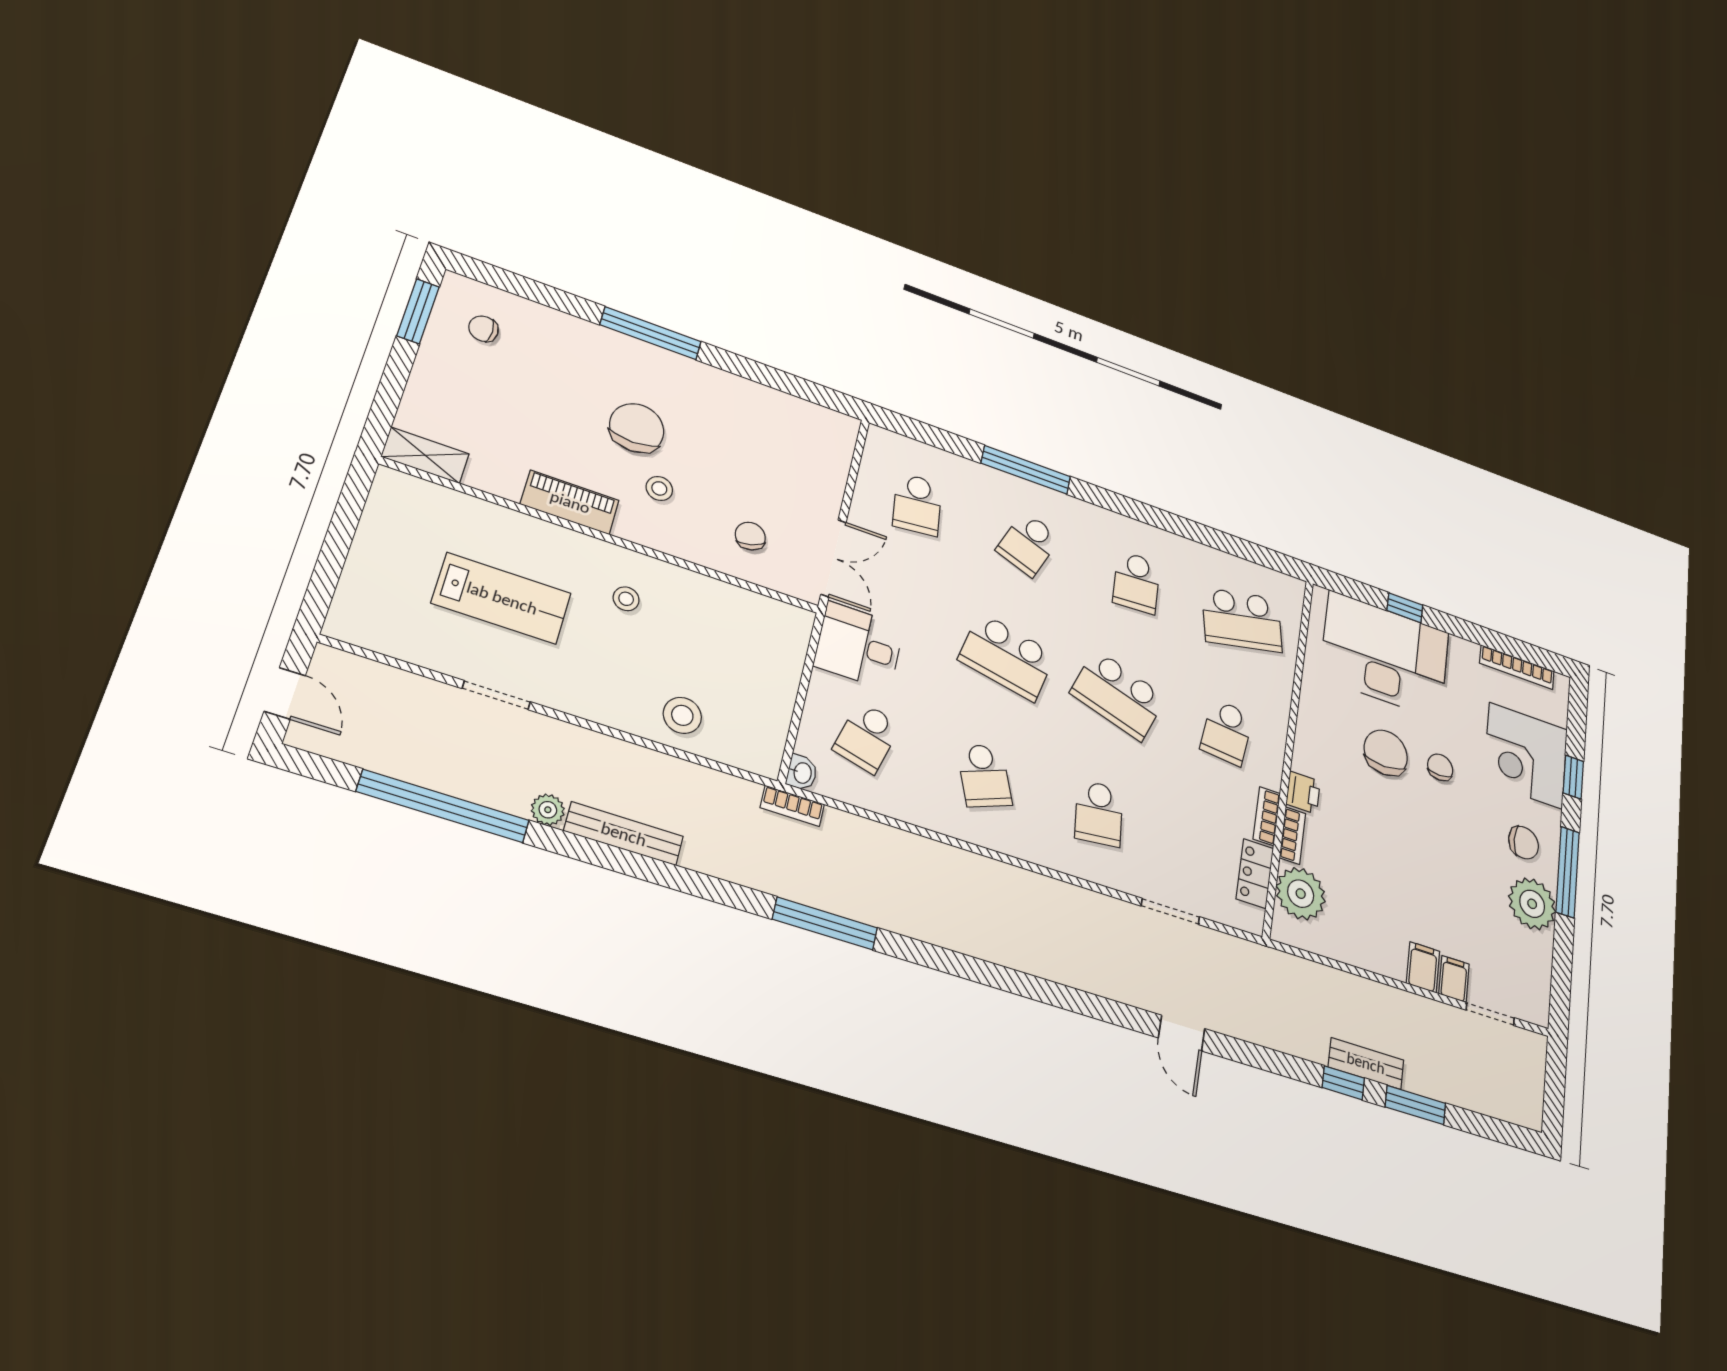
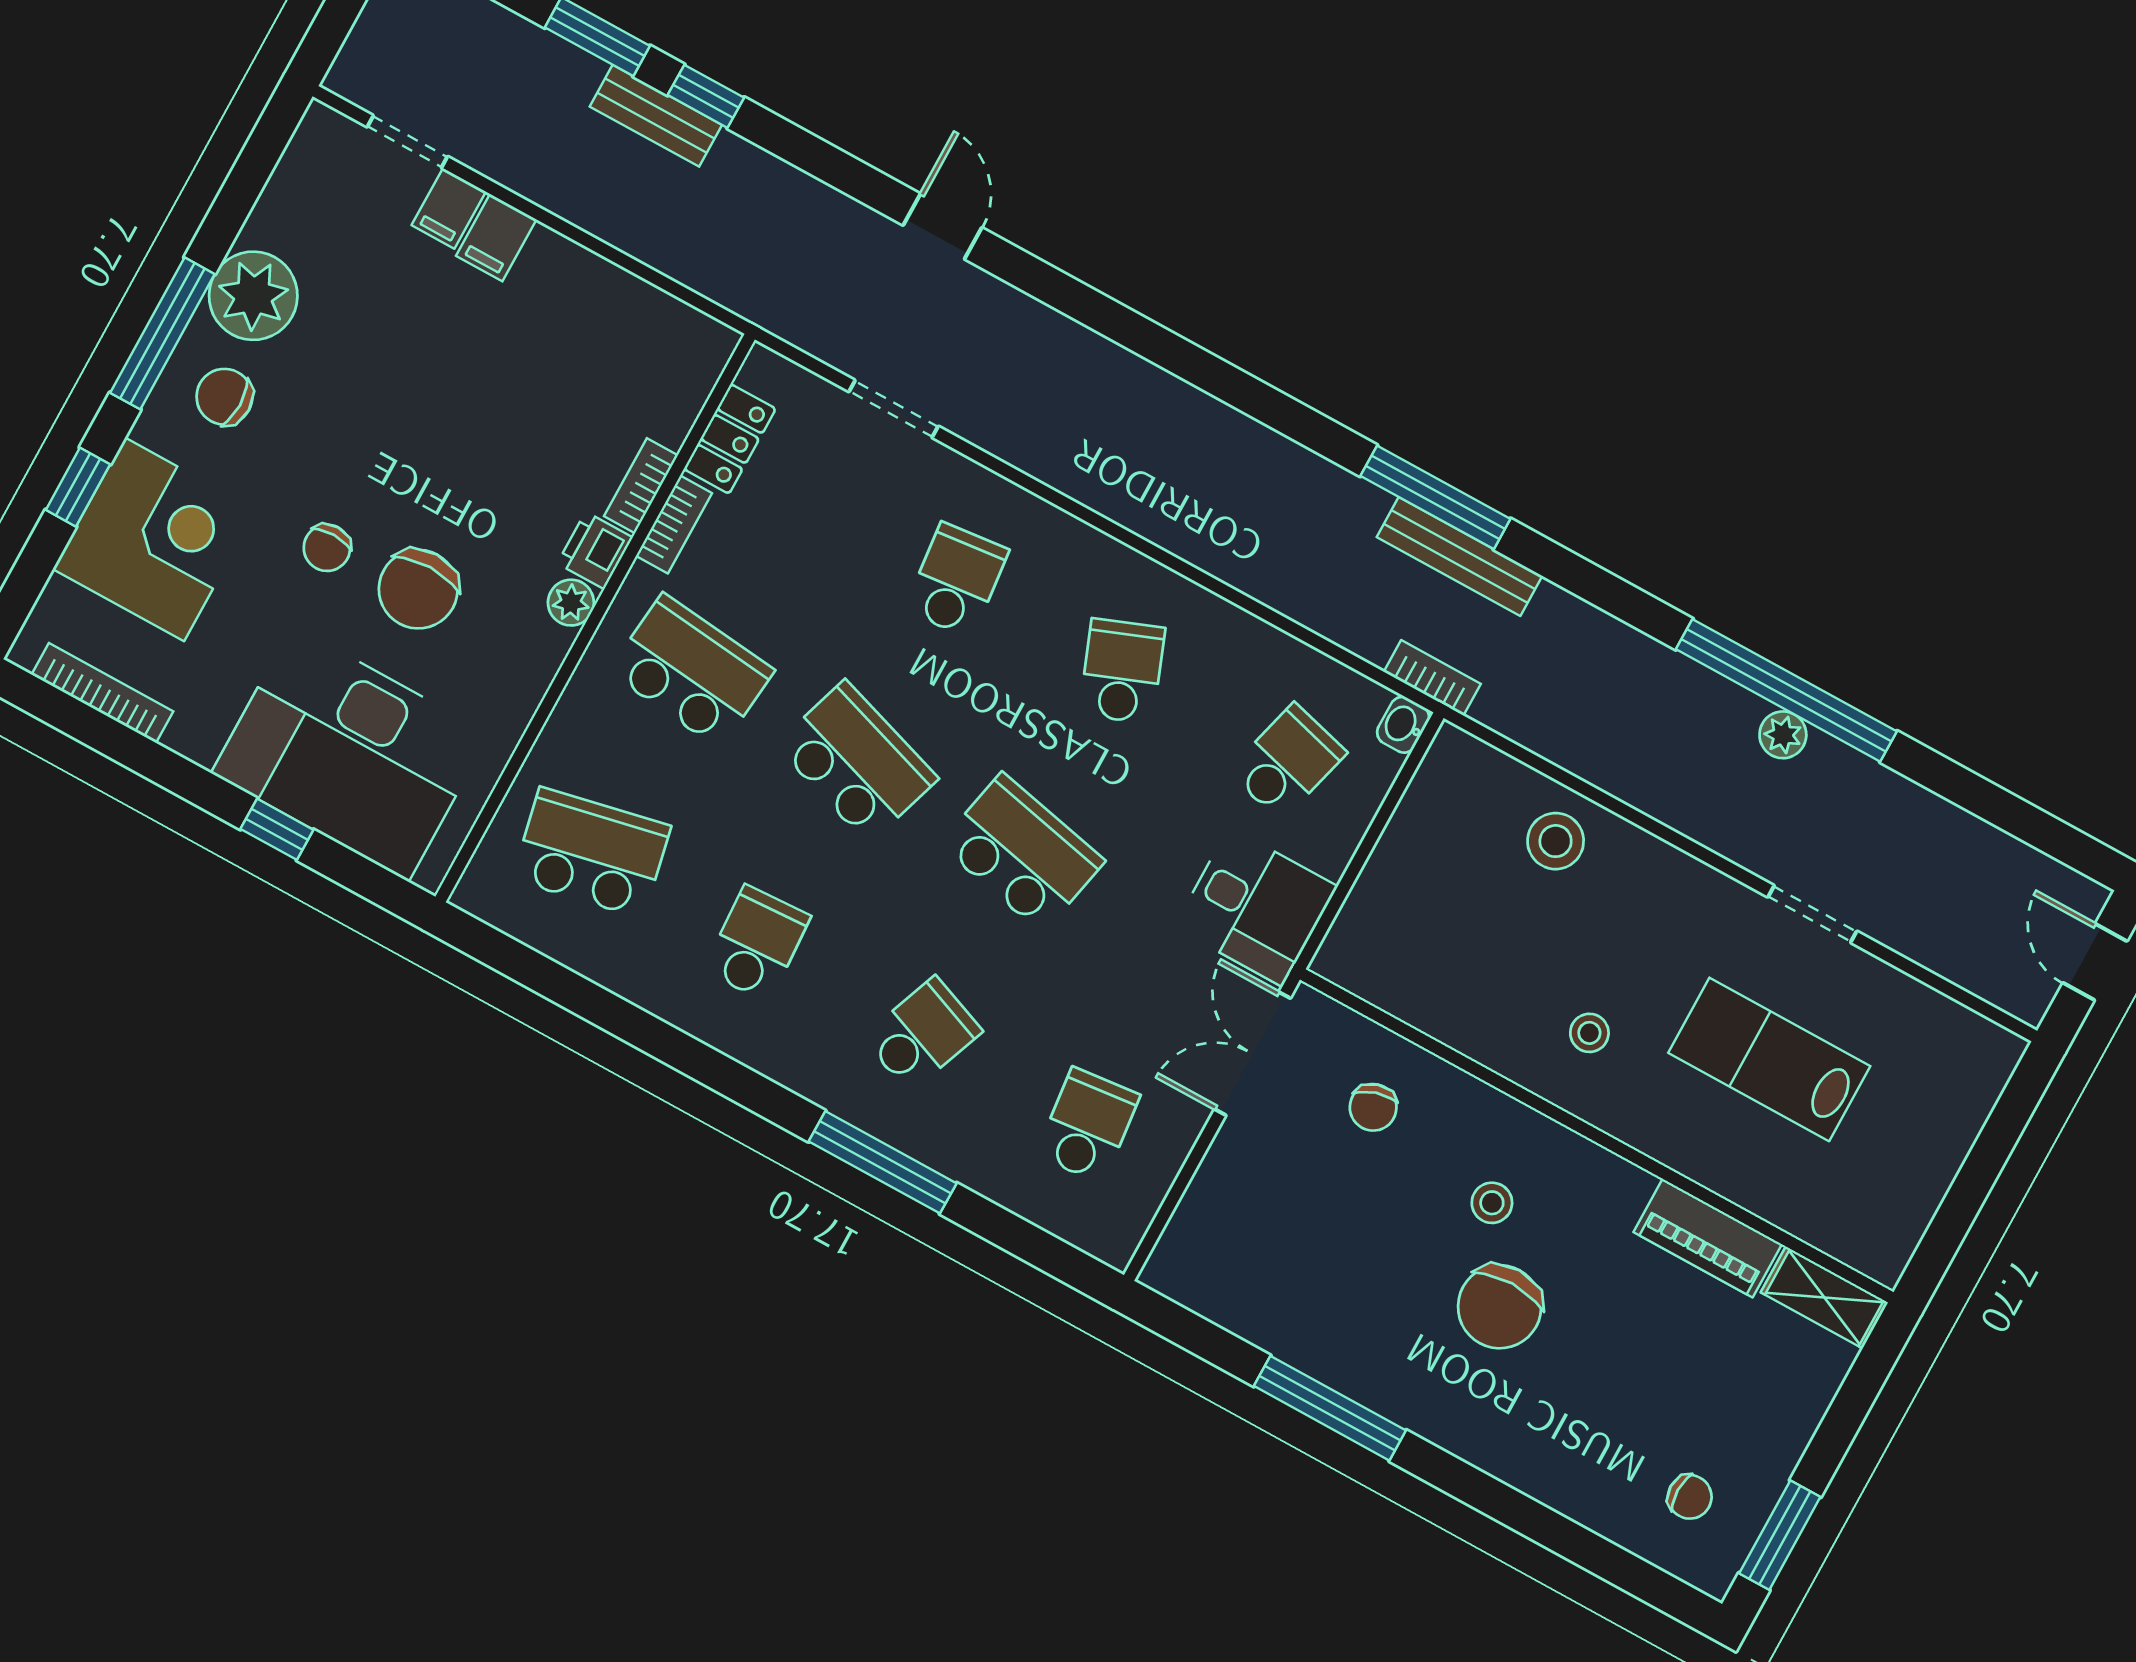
window: (651, 333) -> (1330, 1408), moved
piano: (570, 502) -> (1708, 1238), moved
school desk: (1227, 732) -> (691, 671), width x1.85
window: (443, 806) -> (1786, 690), moved
bench: (624, 834) -> (1459, 556), moved
plant: (1301, 894) -> (571, 603), moved, width x0.53, depth x0.53

